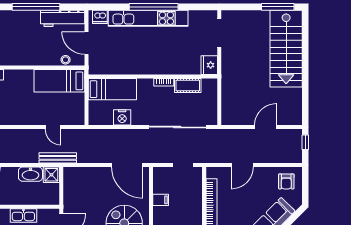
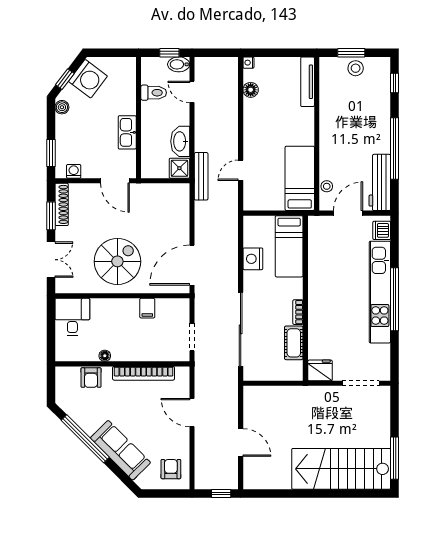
armchair: (286, 181) -> (171, 469), turned 90

